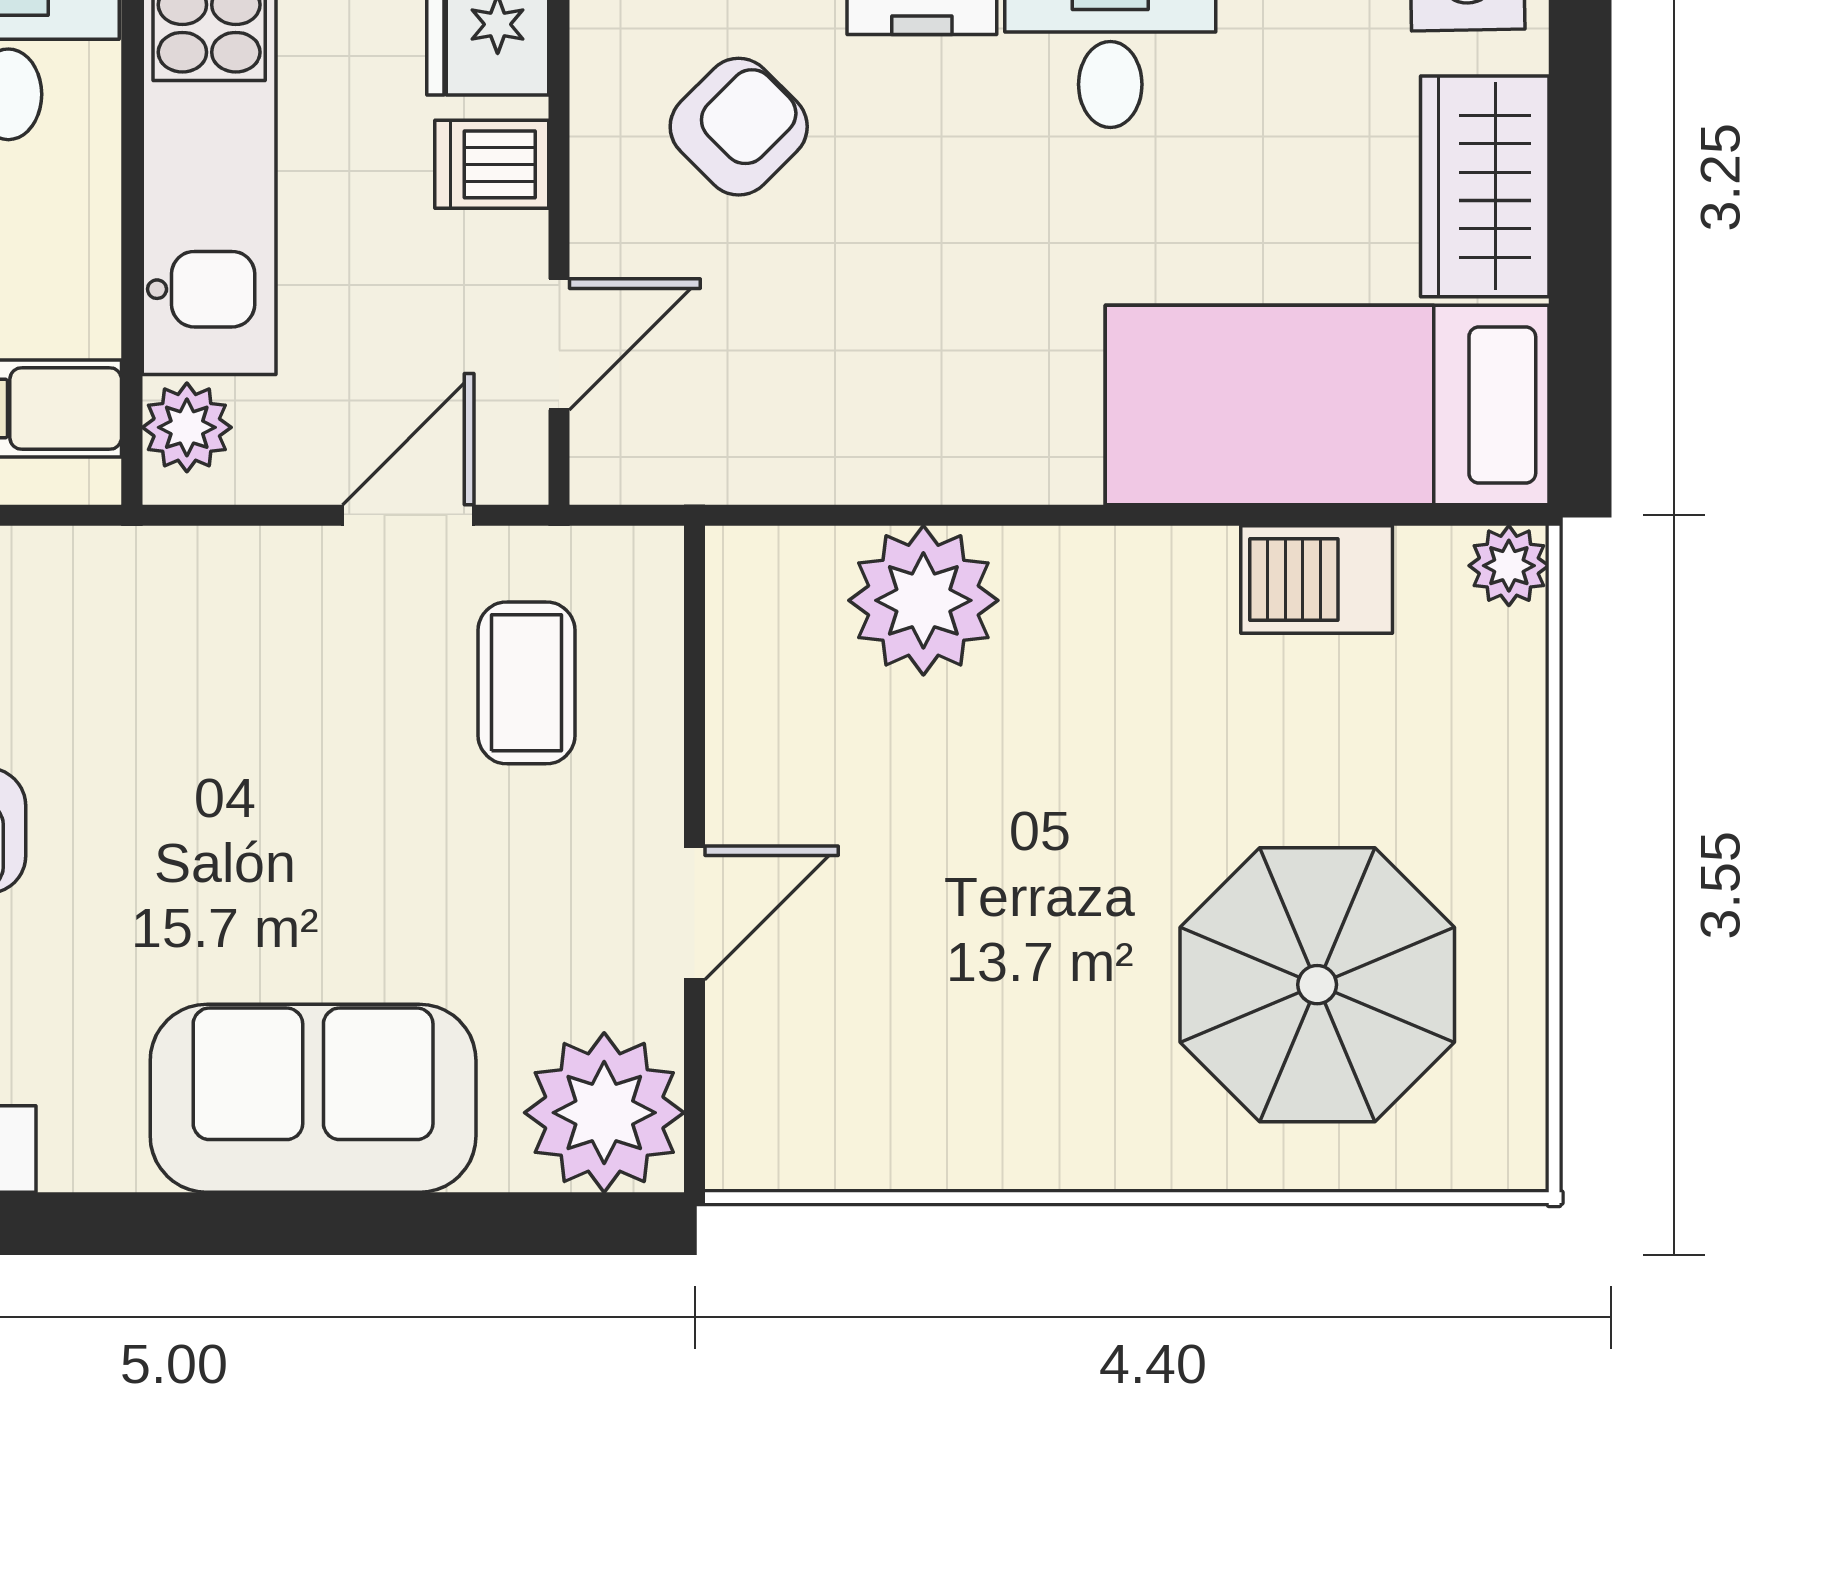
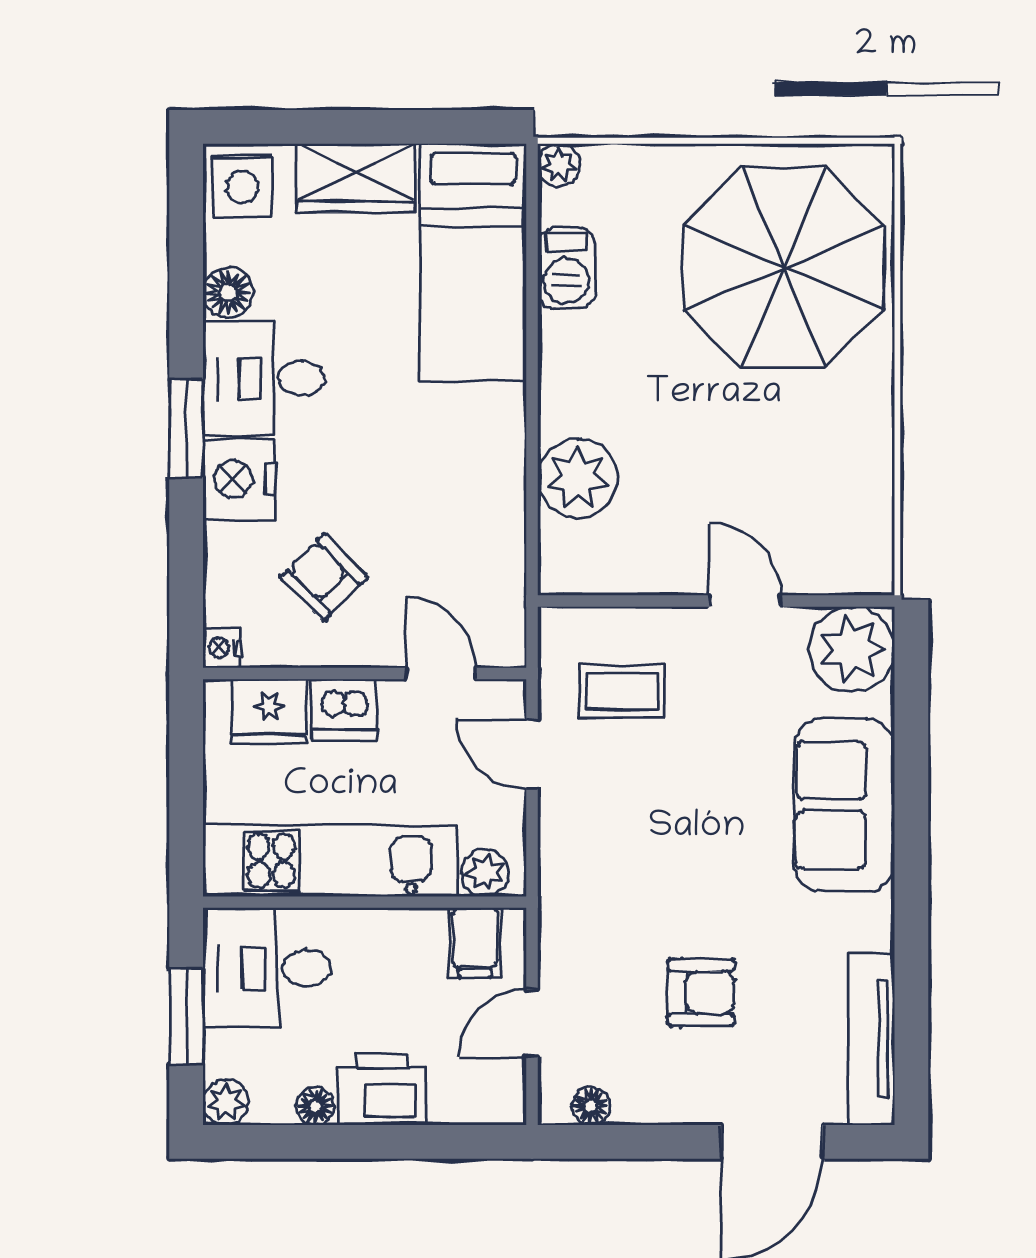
dishwasher: (492, 164) -> (344, 709), width x1.38
parasol: (1317, 985) -> (783, 268), width x1.36, depth x1.36

